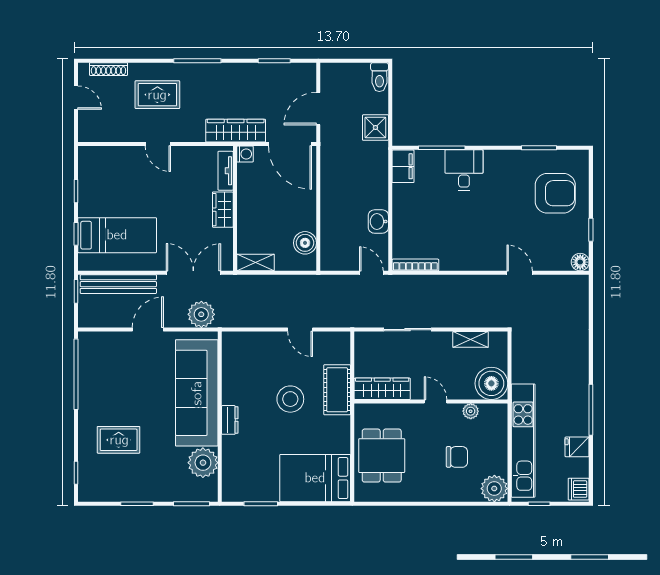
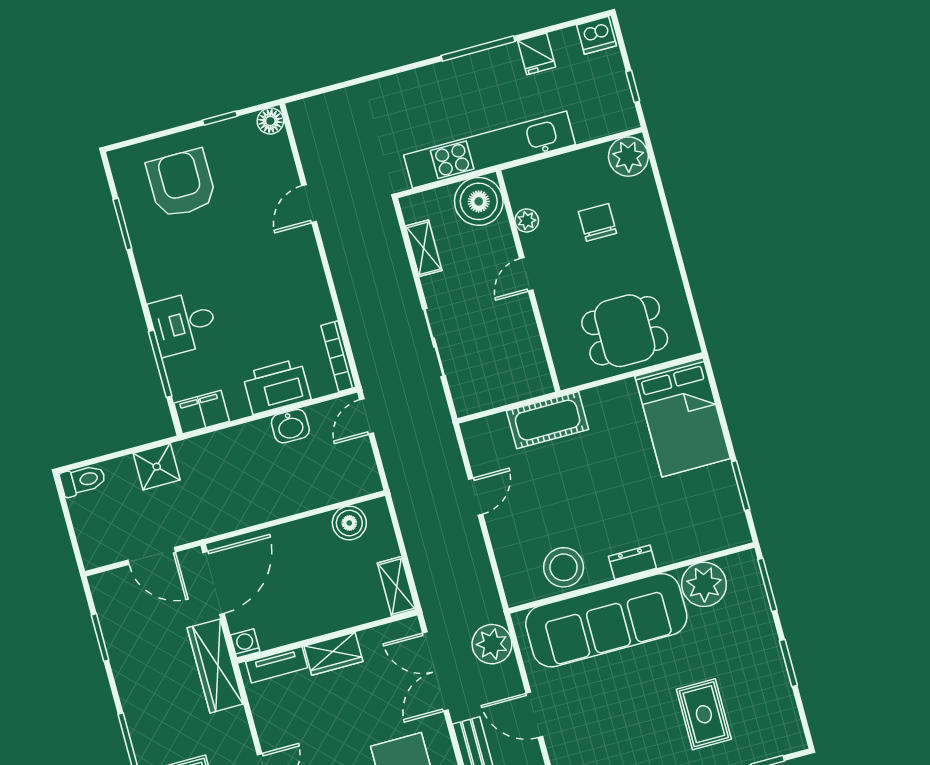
printer: (407, 220) -> (277, 386), added
wardrobe: (382, 389) -> (529, 356), removed
stool: (290, 399) -> (564, 567), moved
kitchen unit: (523, 441) -> (490, 150), moved

